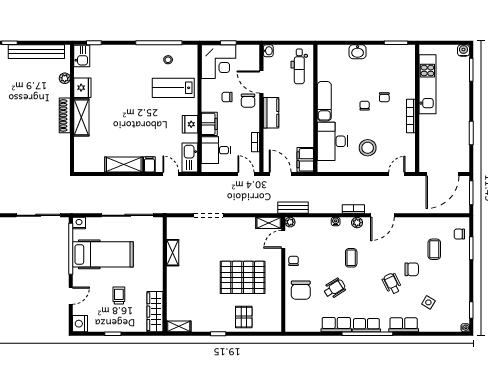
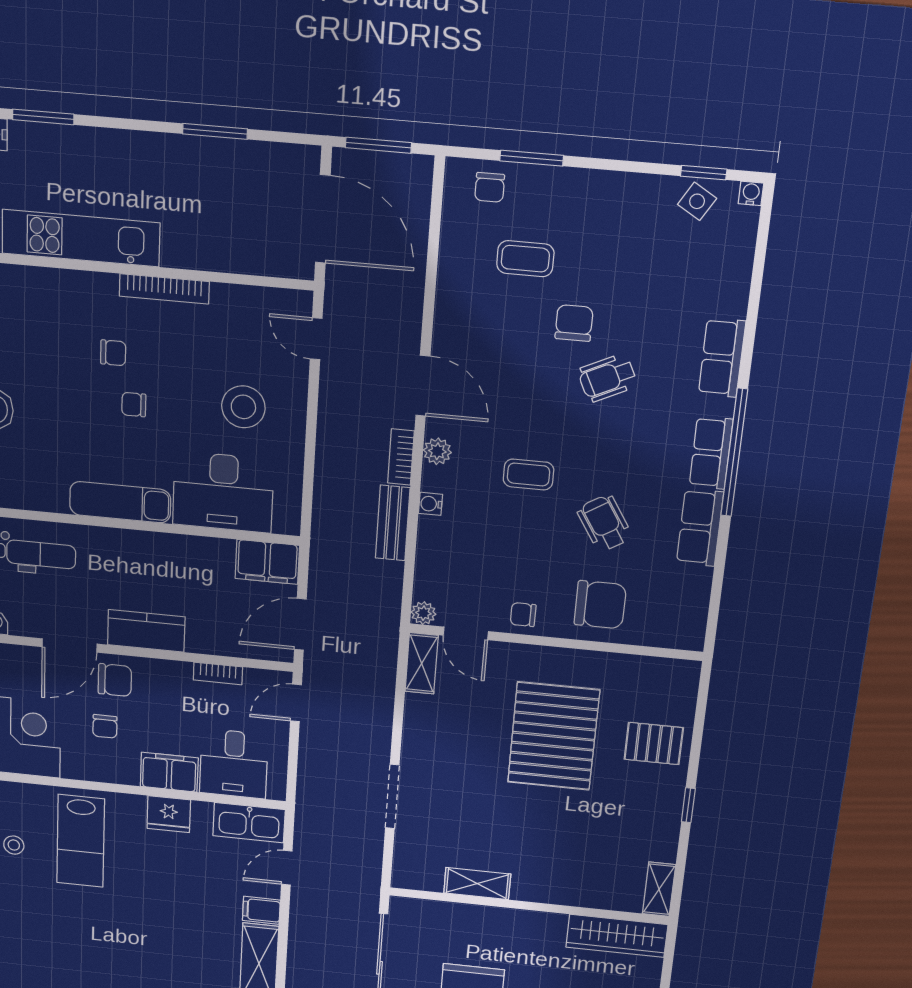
bench: (293, 208) -> (393, 523), moved
side table: (428, 302) -> (697, 201), moved

